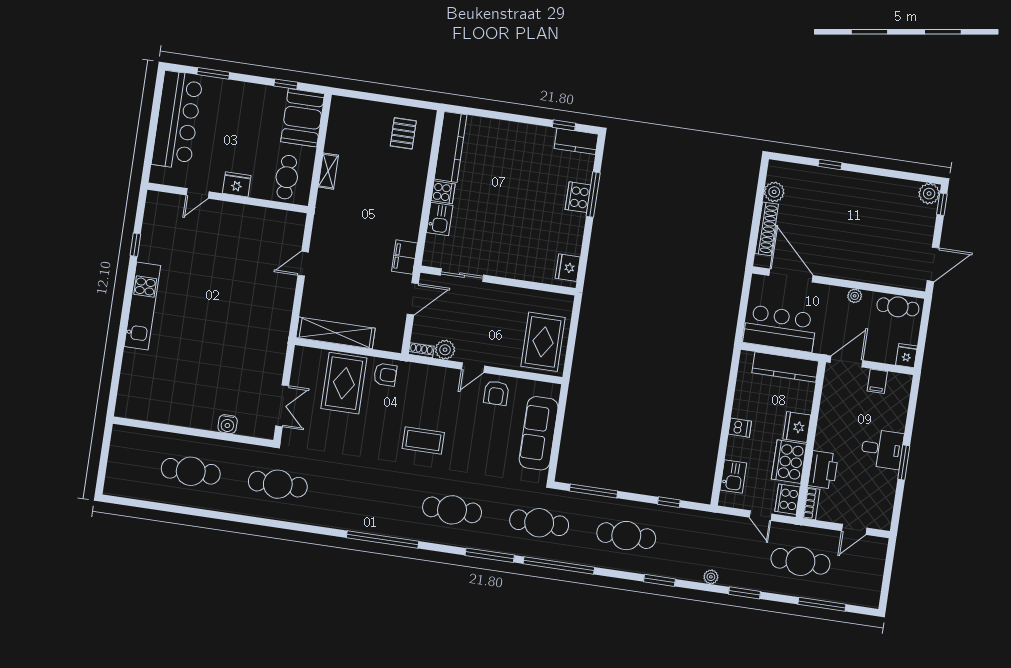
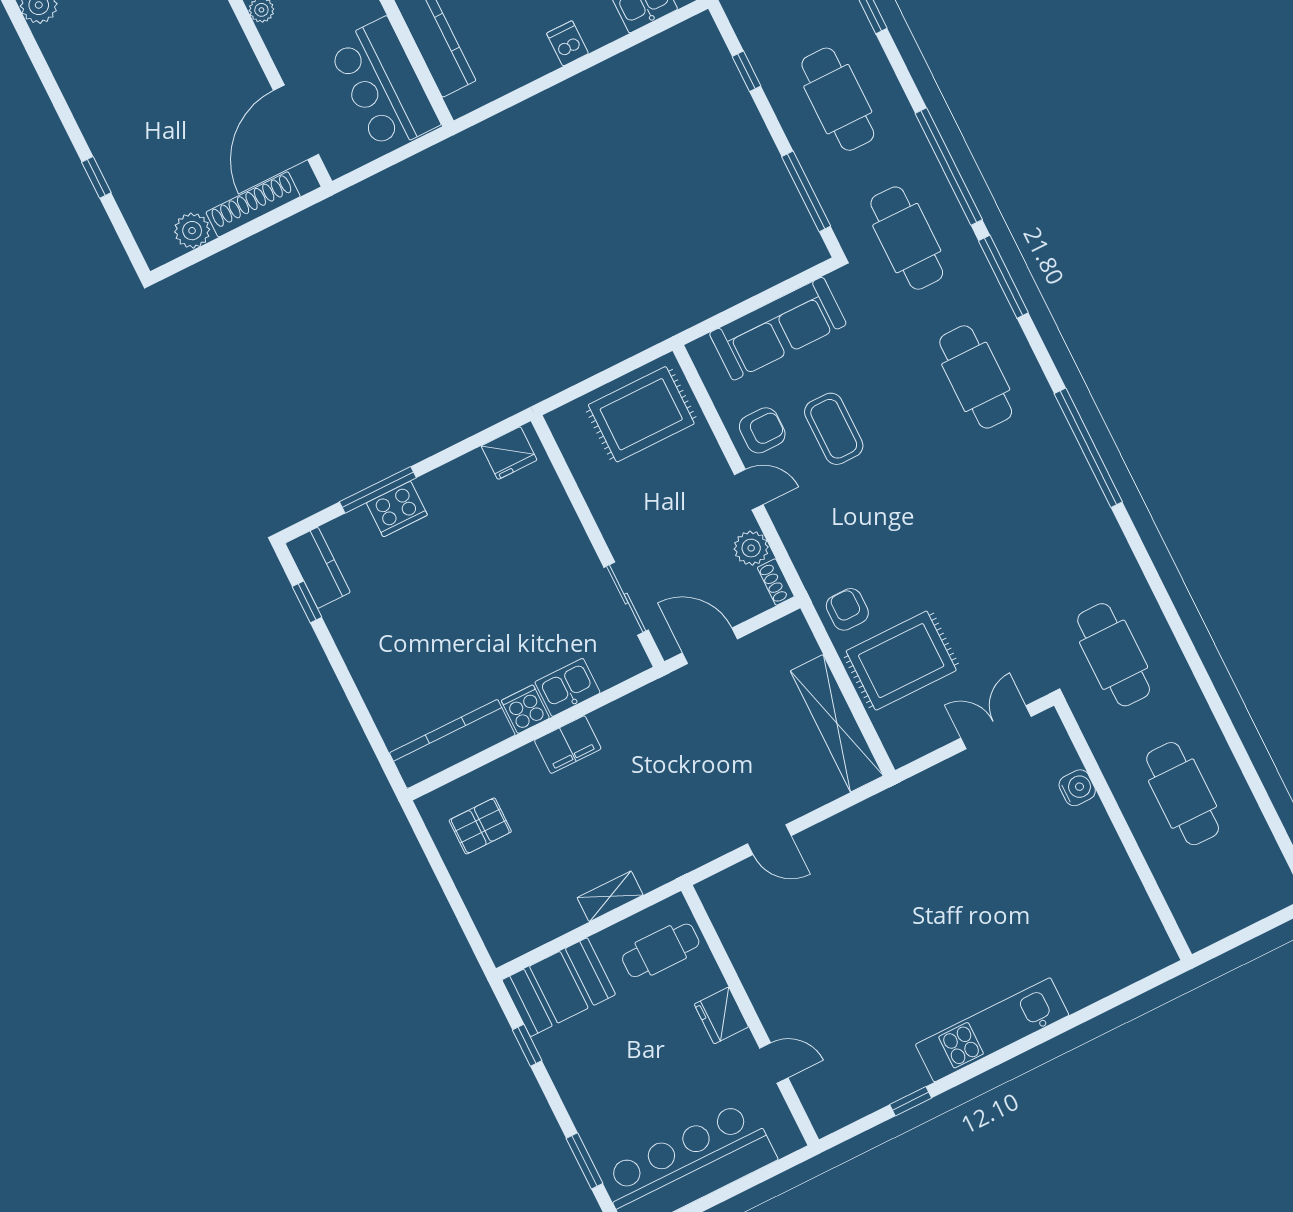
filing cabinet: (404, 257) -> (568, 745), moved
coffee table: (423, 441) -> (834, 429), moved

